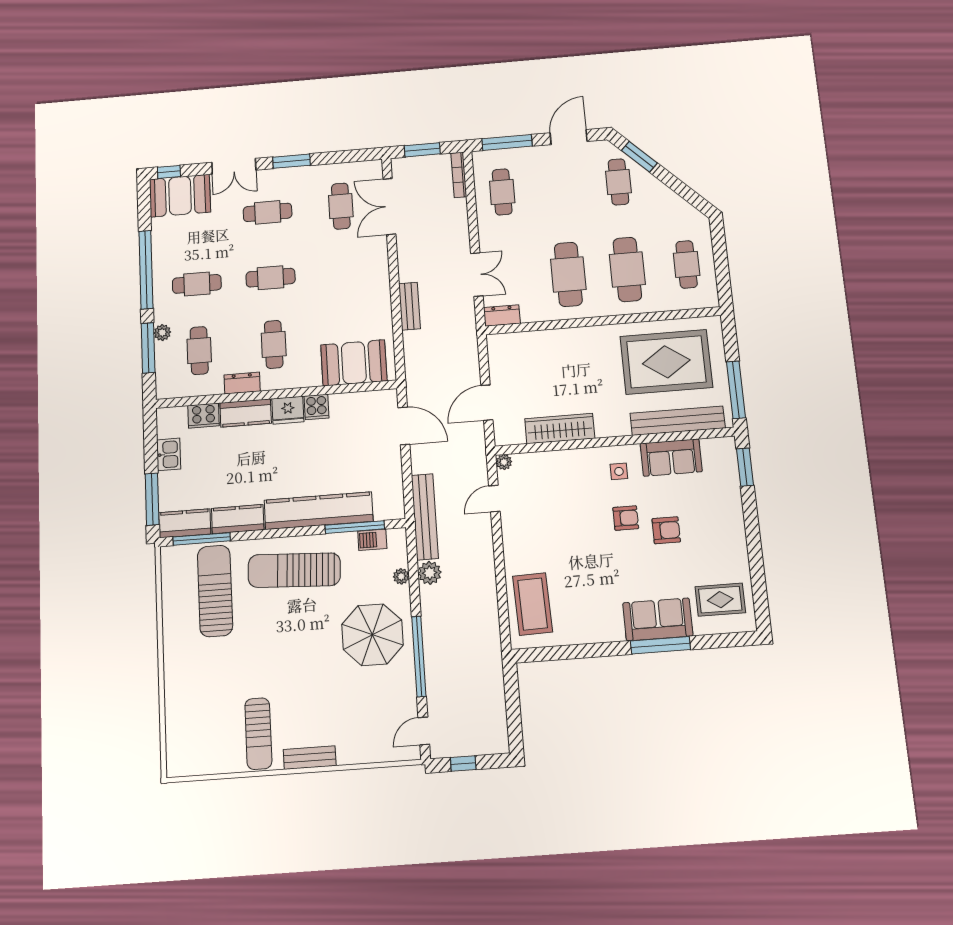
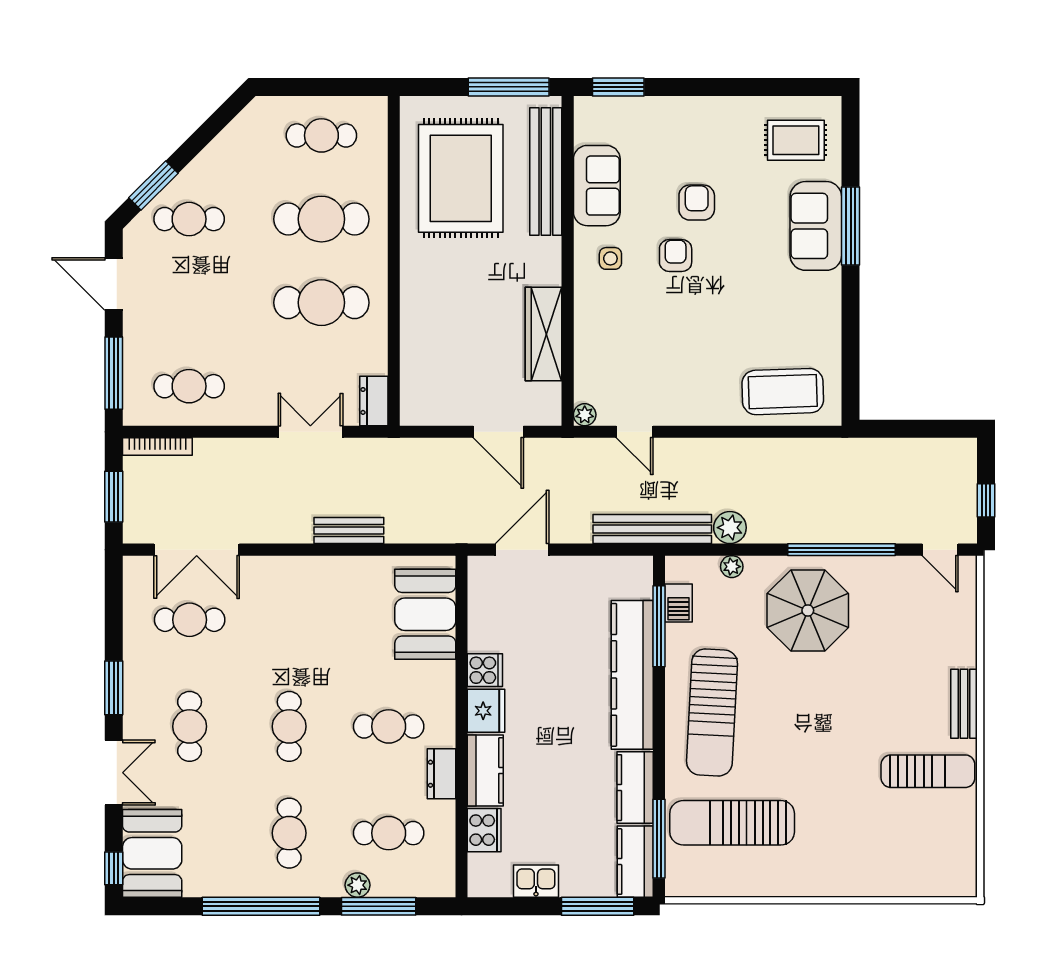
rug: (720, 600) -> (796, 140), turned 90

